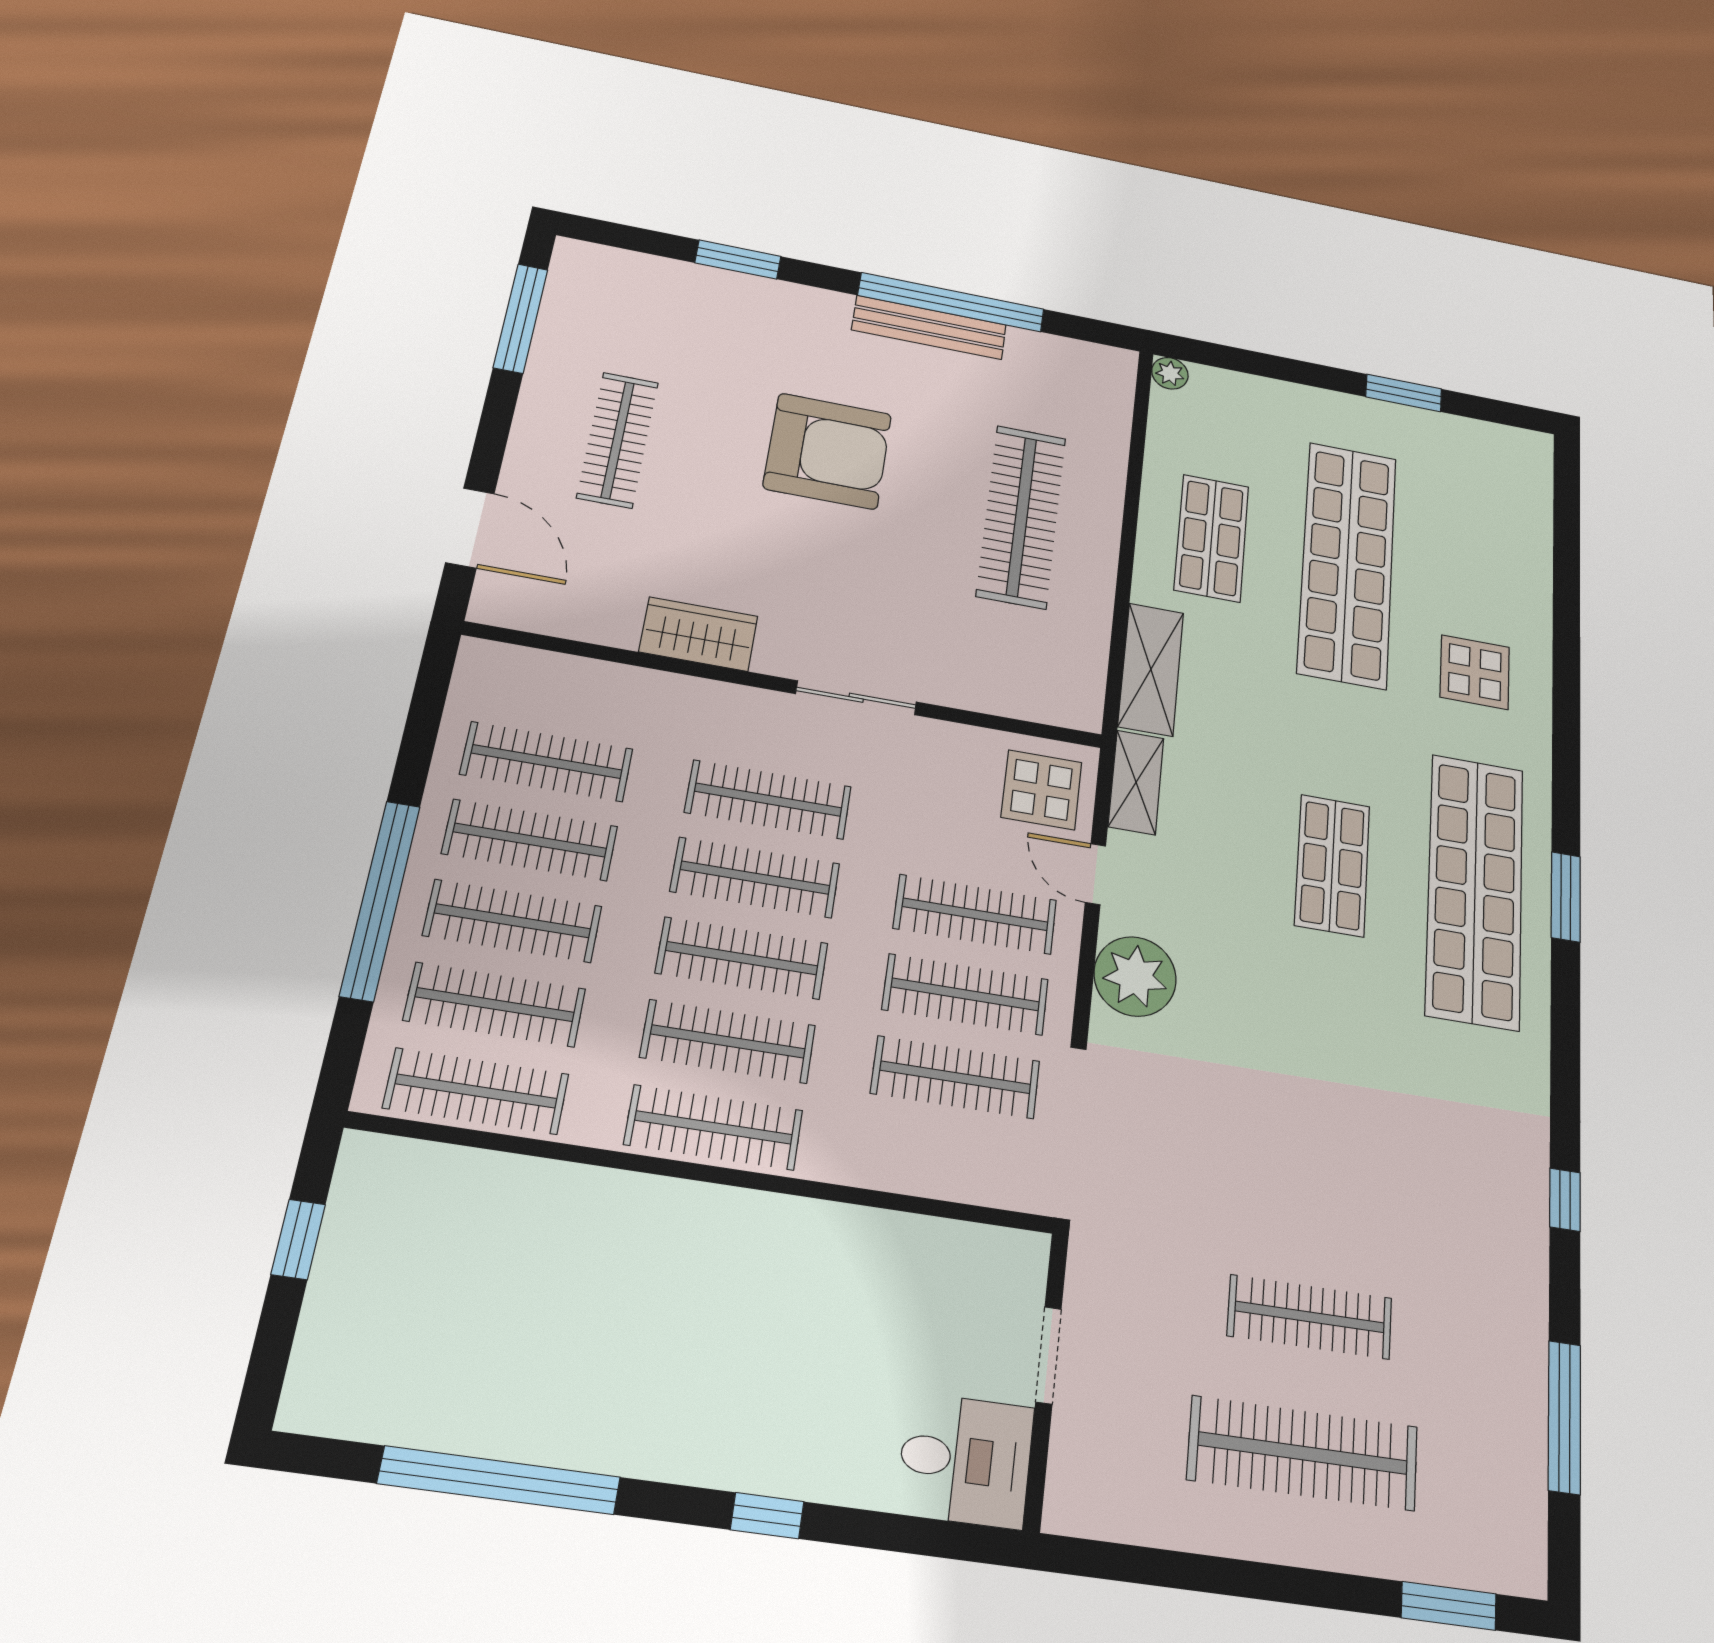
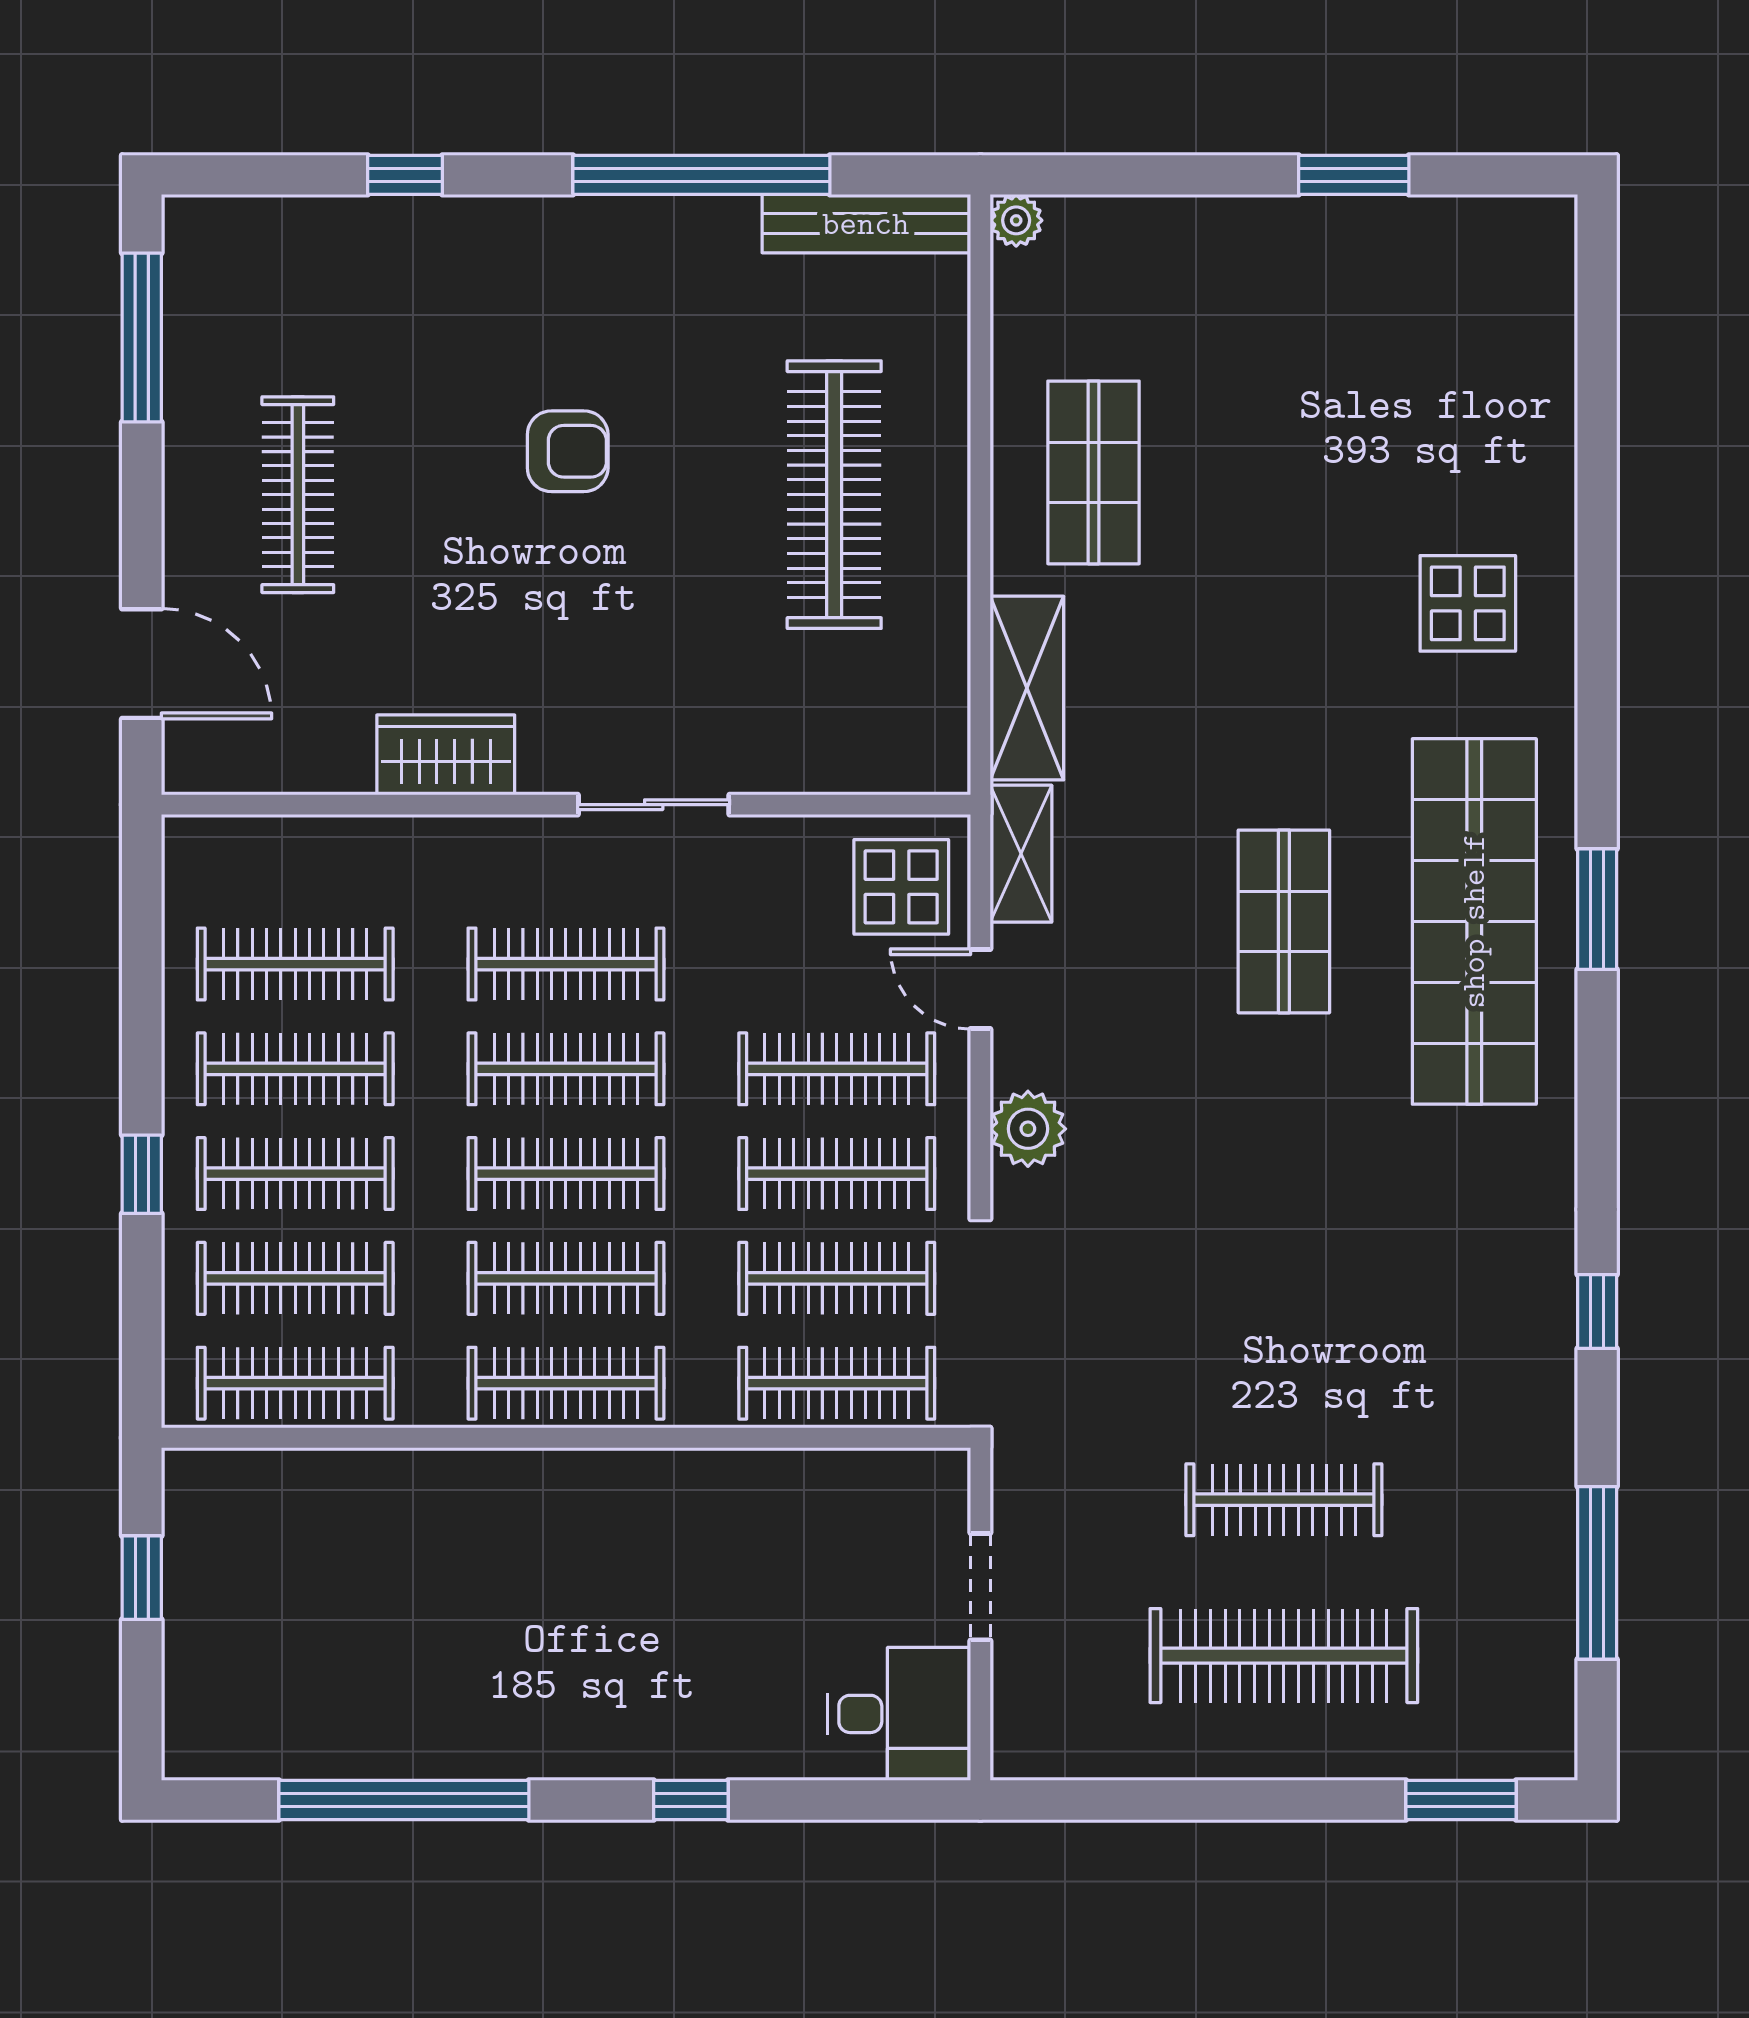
window: (738, 260) -> (405, 175), width x0.67
bench: (929, 327) -> (866, 224), moved
armchair: (828, 451) -> (568, 451), width x0.53, depth x0.53
shop shelf: (1347, 564) -> (1284, 472), removed
window: (380, 900) -> (142, 1174), width x0.32
plant: (1135, 976) -> (1028, 1129), width x0.73, depth x0.73
clothes rail: (945, 1163) -> (837, 1383), added

